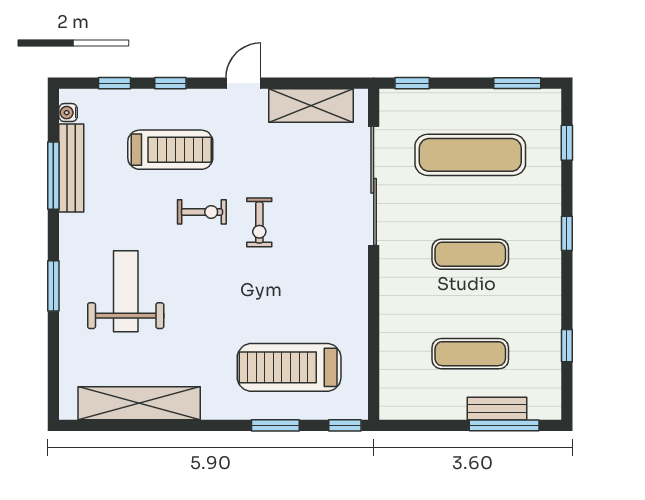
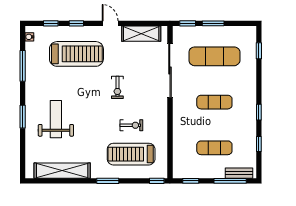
door: (243, 83) -> (110, 23), hinge flipped
window: (517, 83) -> (213, 23), moved
treadmill: (170, 150) -> (76, 54), width x1.37, depth x1.38
bench: (71, 168) -> (31, 62), removed
exercise bike: (202, 212) -> (131, 125), moved
window: (567, 233) -> (259, 112), moved
bench: (497, 409) -> (239, 173), moved
window: (275, 425) -> (108, 181), moved
window: (419, 425) -> (191, 181), added

